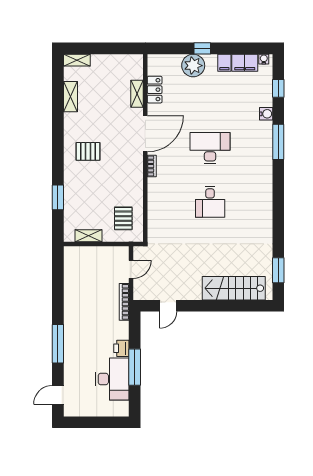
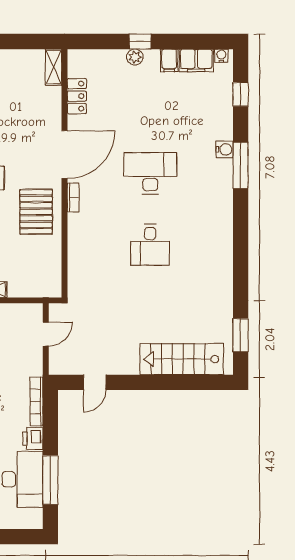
plant: (193, 66) -> (135, 57), width x0.53, depth x0.53
shelving: (137, 94) -> (54, 67), moved
water cooler: (266, 114) -> (225, 149), moved
pallet: (123, 218) -> (36, 212), moved, width x1.50, depth x1.42
bookcase: (124, 302) -> (37, 402), moved
window: (135, 367) -> (50, 480), moved

